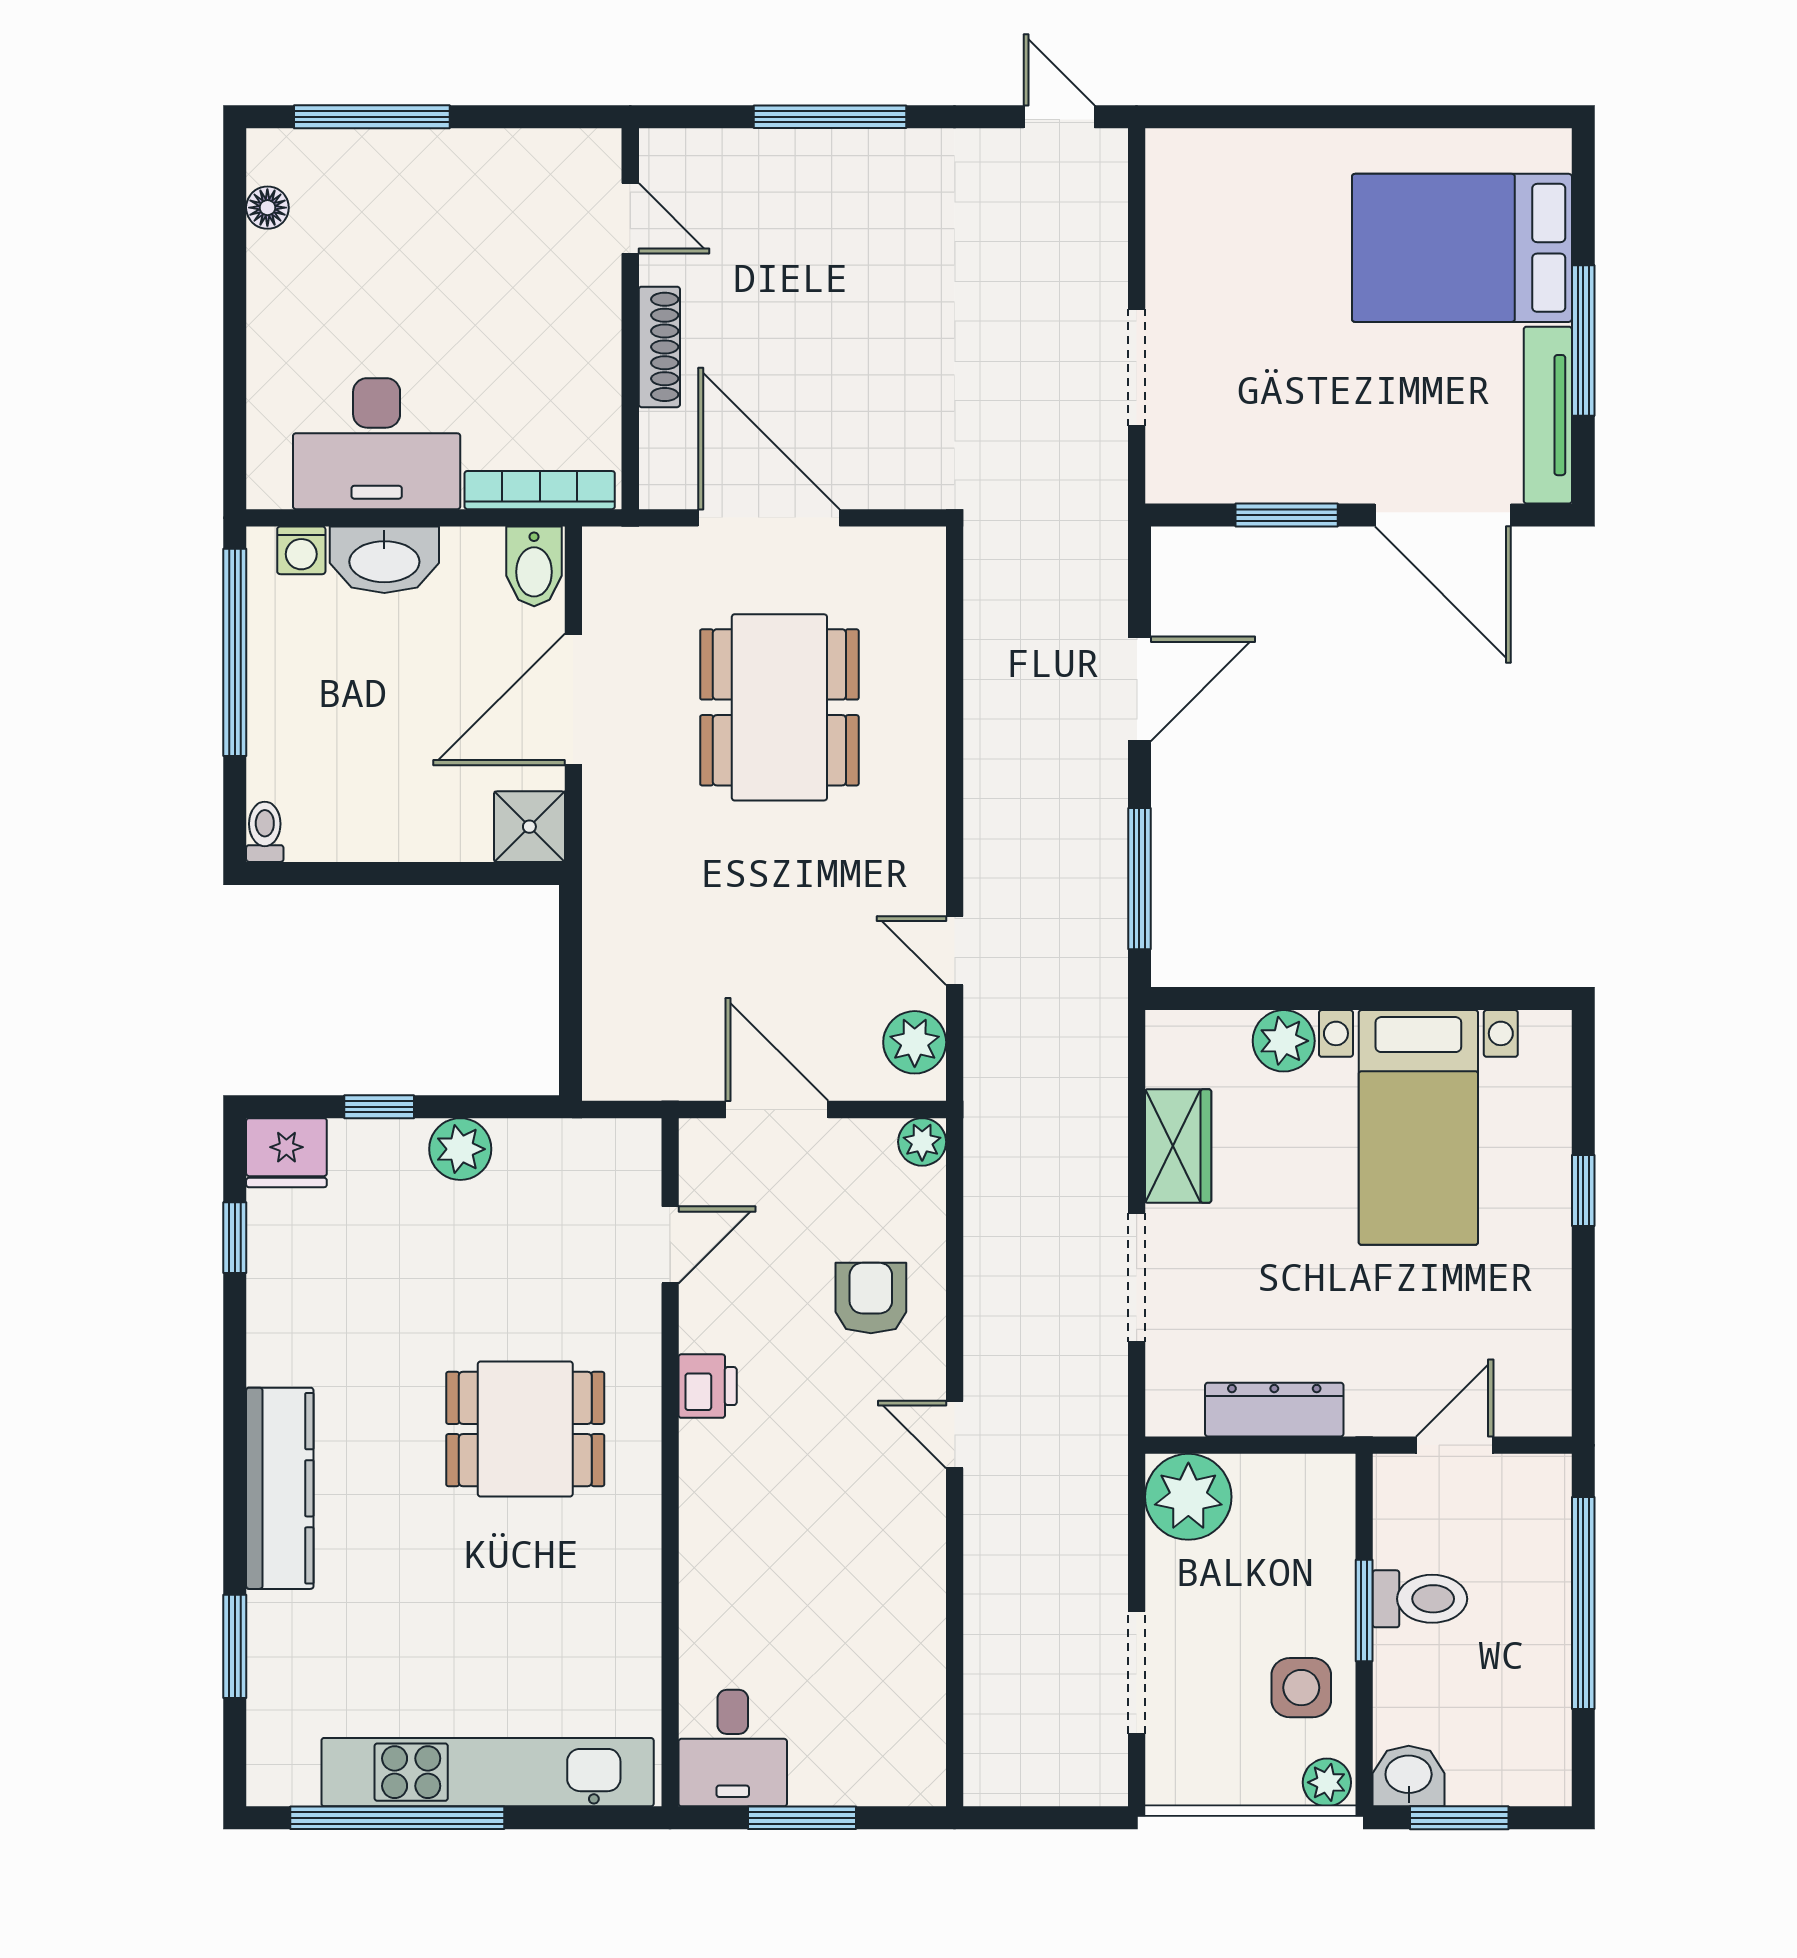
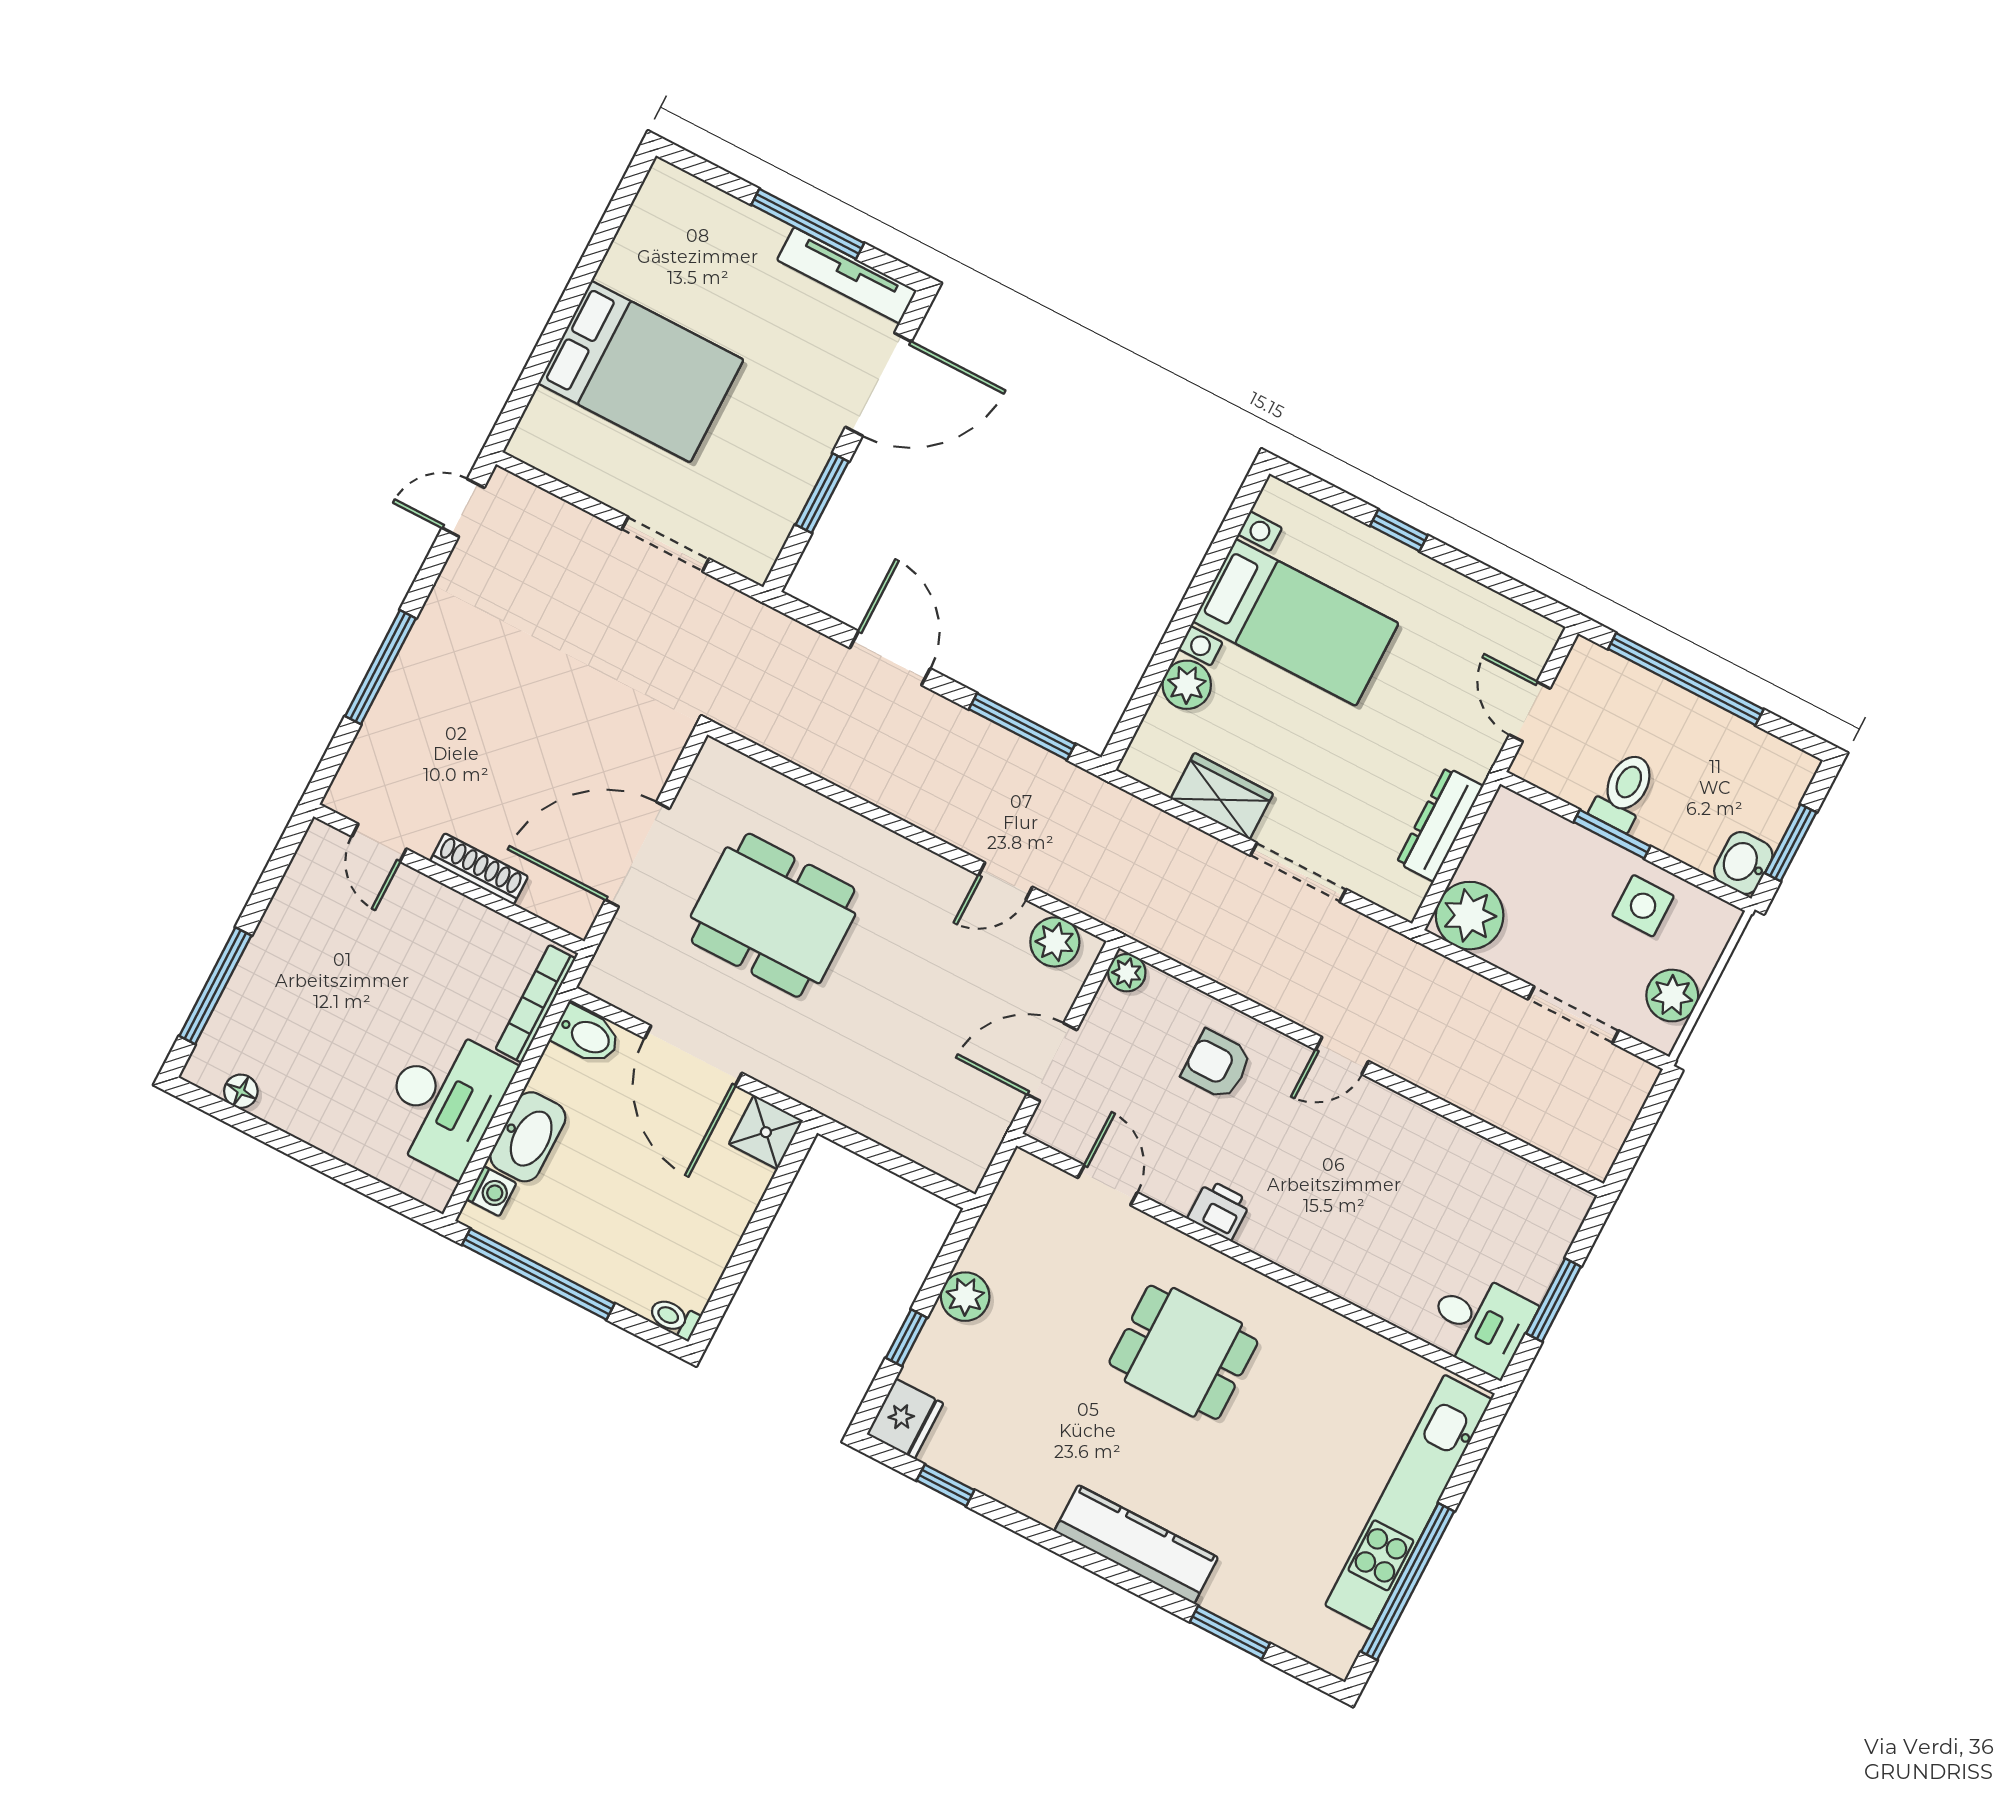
door: (630, 218) -> (379, 843), swing flipped
bed: (1462, 248) -> (641, 371), moved, turned -90
dining table: (525, 1429) -> (1183, 1352), turned 90
plant: (1327, 1782) -> (1672, 996), moved, width x1.38, depth x1.38

